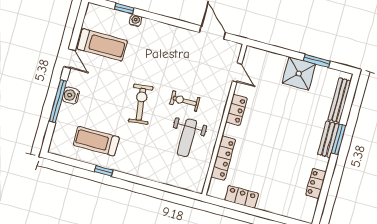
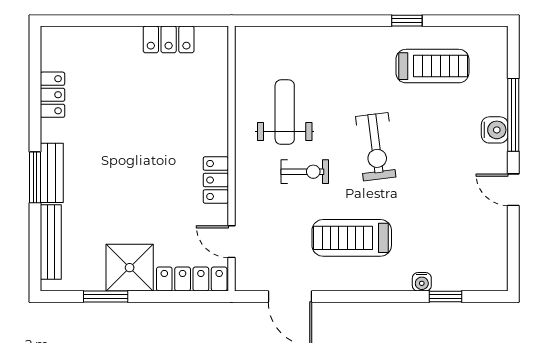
treadmill: (102, 45) -> (352, 238), moved
locker: (223, 158) -> (192, 279), moved, turned 90

